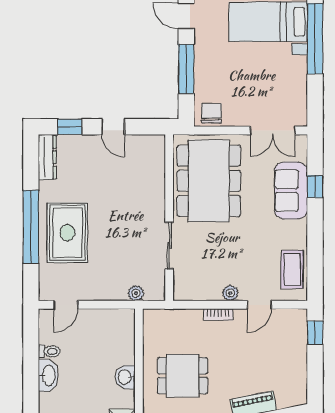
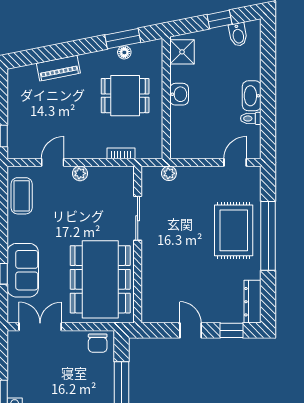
bookcase: (218, 314) -> (121, 153), moved

